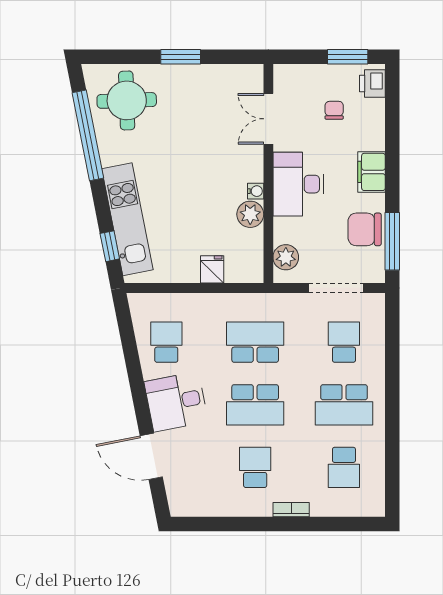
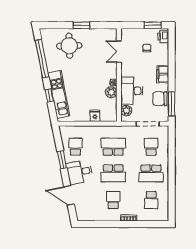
round table: (127, 100) -> (69, 46), moved
desk: (298, 184) -> (132, 91), moved
window: (110, 246) -> (49, 95), moved
window: (135, 372) -> (62, 160), added

